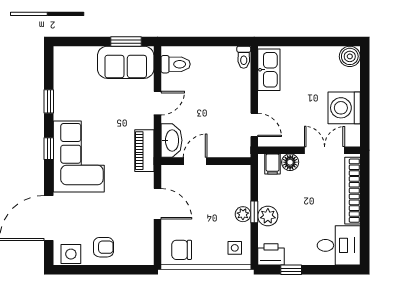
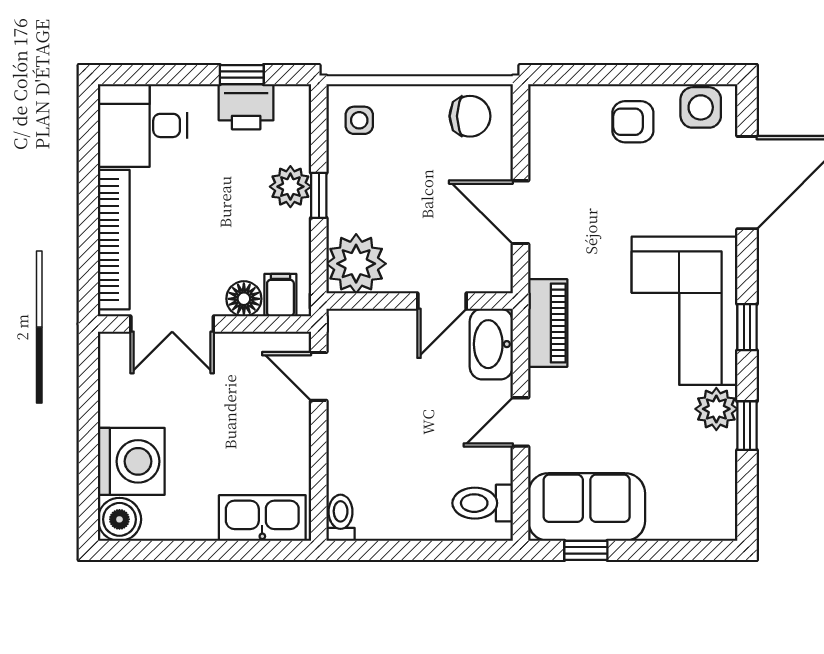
window: (126, 41) -> (586, 550), width x0.67
kitchen sink: (269, 70) -> (262, 518), moved, turned 90
washing machine: (344, 108) -> (131, 461), moved
plant: (63, 109) -> (716, 409), added
plant: (243, 214) -> (356, 264), moved, width x1.88, depth x1.88
printer: (271, 254) -> (246, 107), moved

